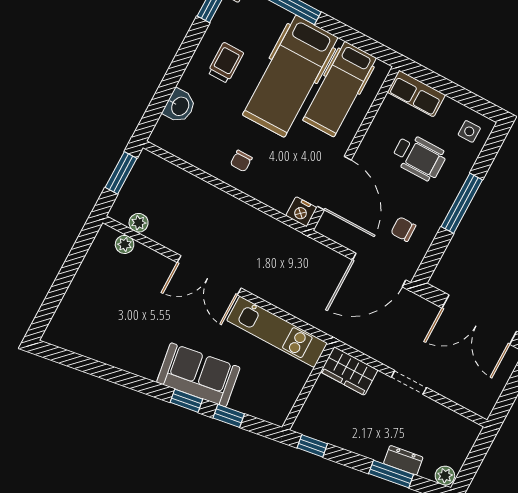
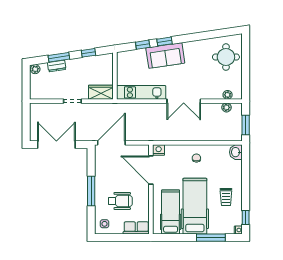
washbasin: (180, 106) -> (236, 152), moved
wheelchair: (419, 157) -> (120, 201), turned 180
chair: (403, 229) -> (110, 166), removed
double door: (209, 275) -> (184, 101), swing flipped
round table: (91, 314) -> (226, 57), added
window: (312, 446) -> (89, 53), moved

